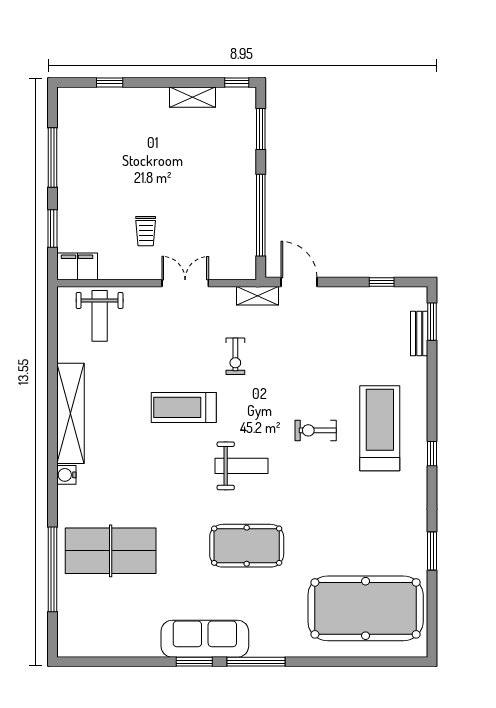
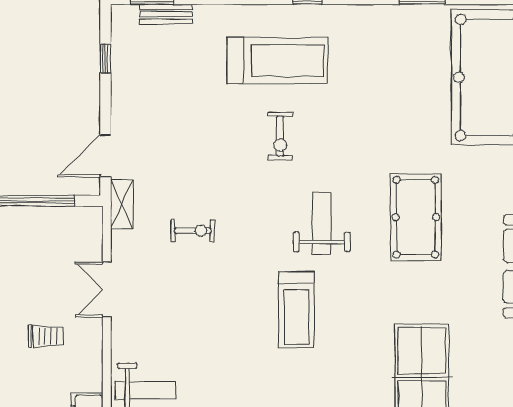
treadmill: (184, 407) -> (296, 310), moved
treadmill: (380, 428) -> (278, 61), turned 180

